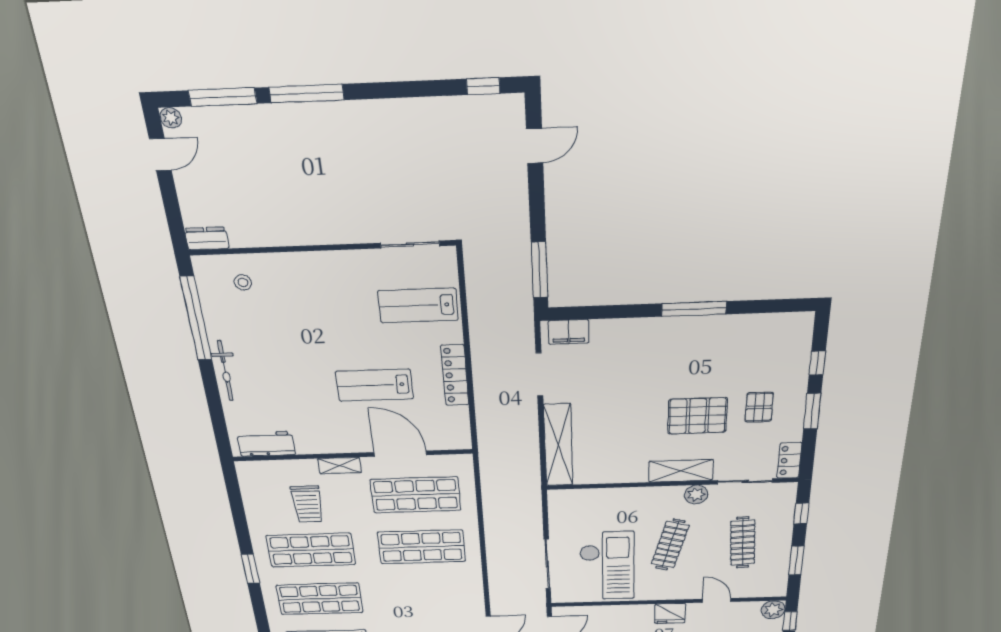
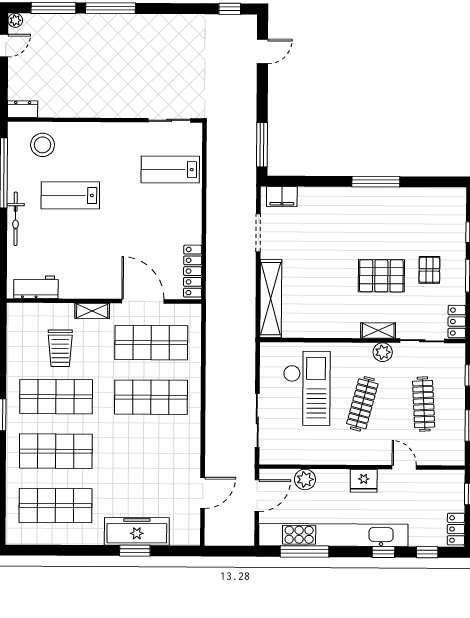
stool: (243, 282) -> (43, 145), width x1.89, depth x1.89
locker: (455, 375) -> (193, 271), moved
lab bench: (374, 385) -> (70, 195), moved
shelving: (681, 471) -> (378, 331), width x0.67, depth x0.75
checkout: (607, 566) -> (307, 388), moved
plant: (773, 610) -> (305, 479), moved

